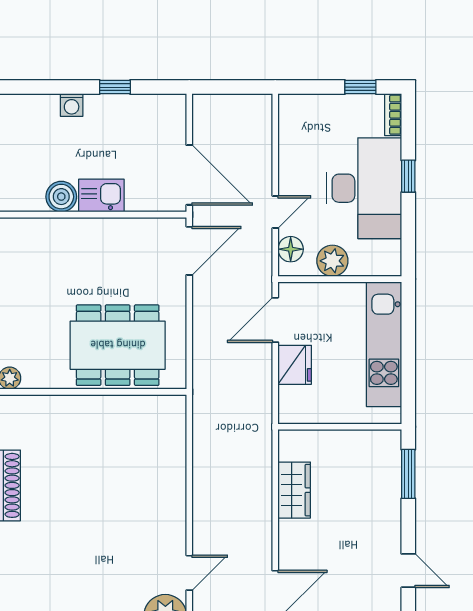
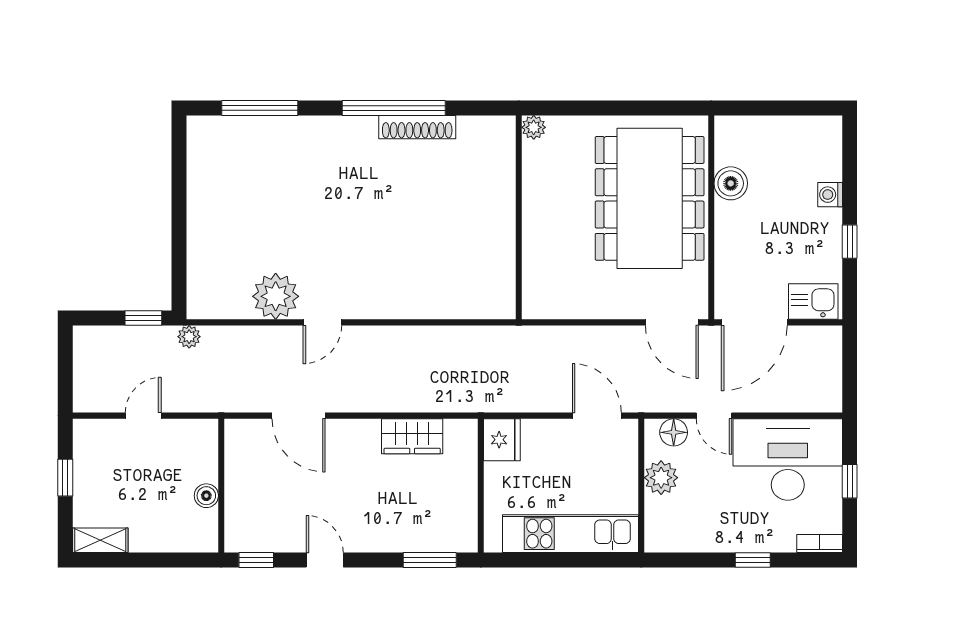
window: (360, 87) -> (850, 481), moved
desk: (364, 188) -> (788, 460), moved, turned 180
kitchen sink: (101, 195) -> (813, 302), moved, turned -90
dining table: (118, 345) -> (650, 198), moved, width x1.36, depth x1.24
fridge: (295, 365) -> (502, 440), moved, turned -90
door: (408, 571) -> (325, 560), swing flipped
door: (189, 573) -> (322, 322), hinge flipped

